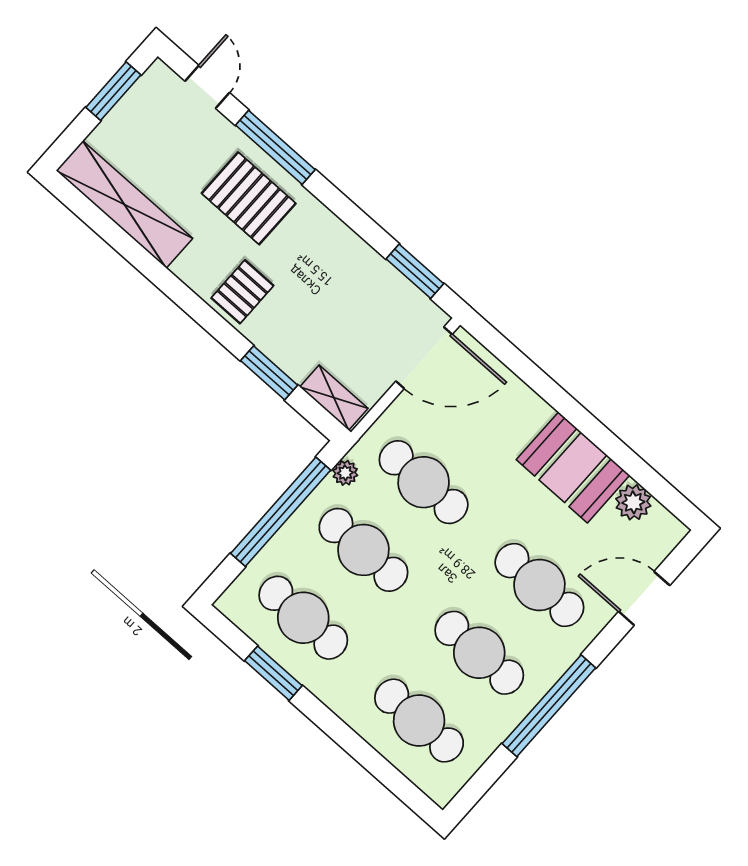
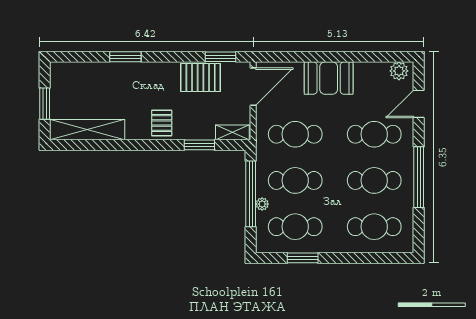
door: (207, 87) -> (79, 57), removed
window: (113, 91) -> (45, 104), moved
window: (275, 147) -> (125, 57), width x0.69
pallet: (249, 198) -> (201, 77), moved
booth: (573, 467) -> (329, 78), moved
plant: (345, 473) -> (262, 204), moved
plant: (633, 502) -> (399, 71), moved

